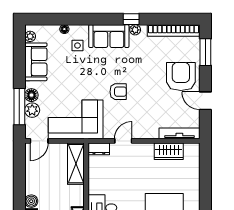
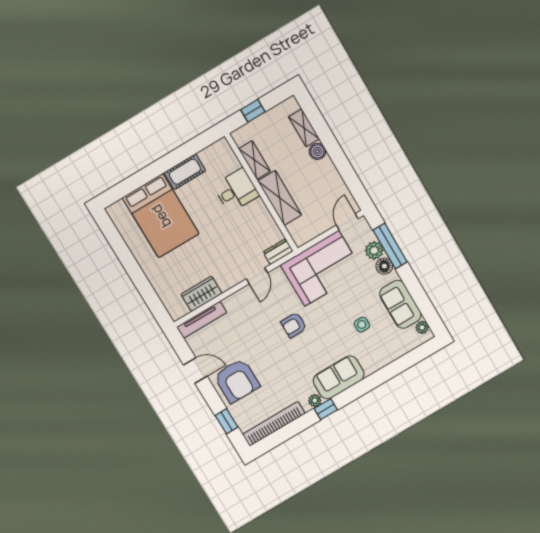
floor lamp: (64, 29) -> (390, 357), removed
side table: (77, 46) -> (362, 325), moved
window: (205, 52) -> (226, 421), width x0.67
shelving: (76, 164) -> (280, 198), moved

